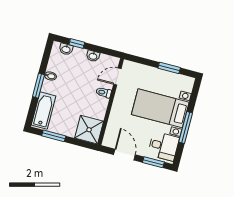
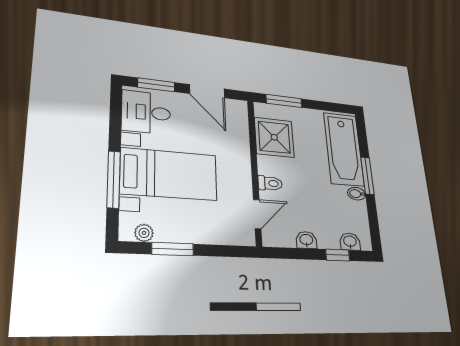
plant: (182, 79) -> (144, 233), added
bathtub: (44, 110) -> (344, 149), width x1.36, depth x1.36
window: (186, 128) -> (114, 179), moved
shower: (89, 130) -> (274, 137), moved
window: (54, 136) -> (284, 101), moved

